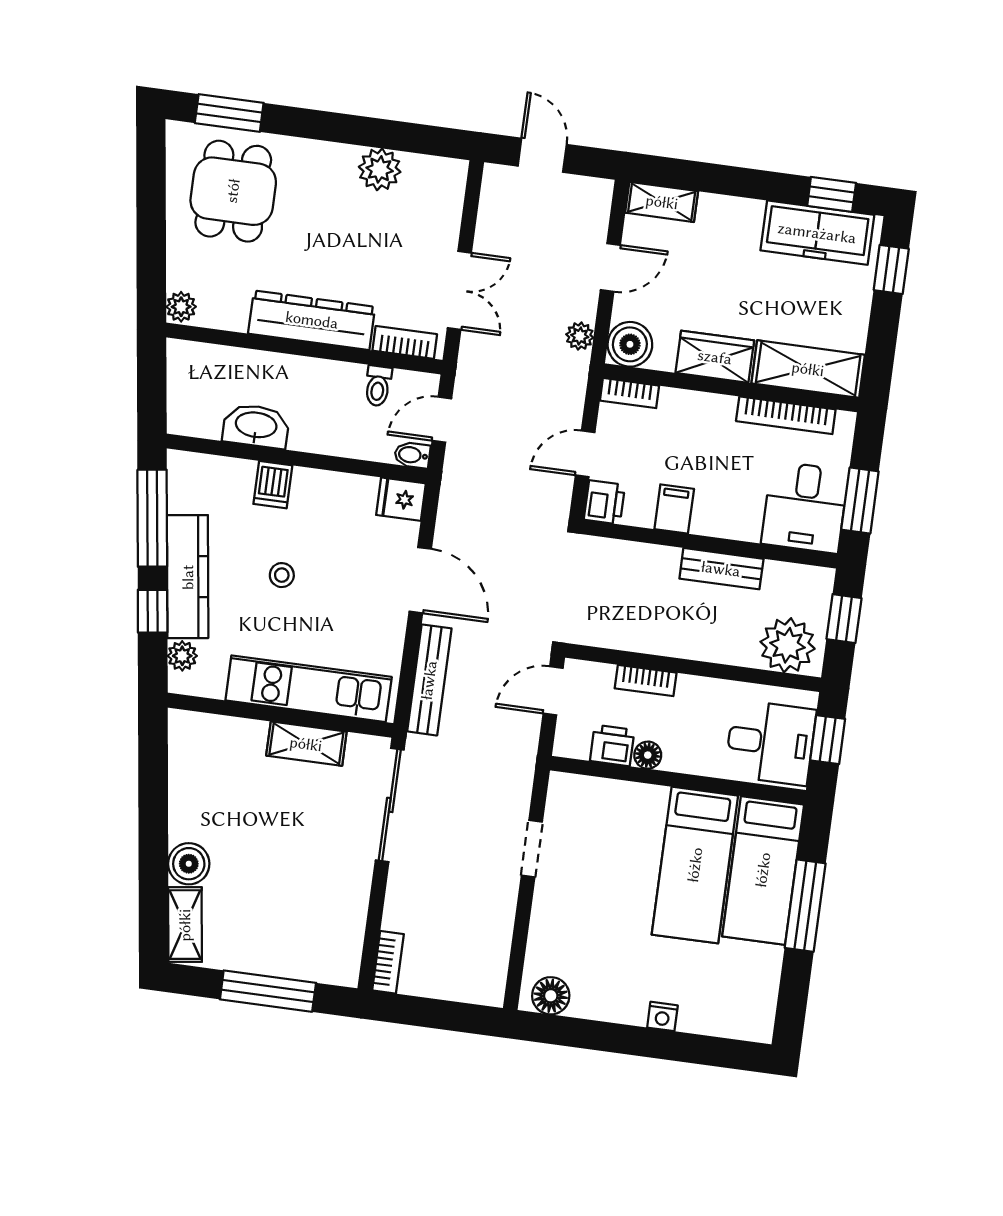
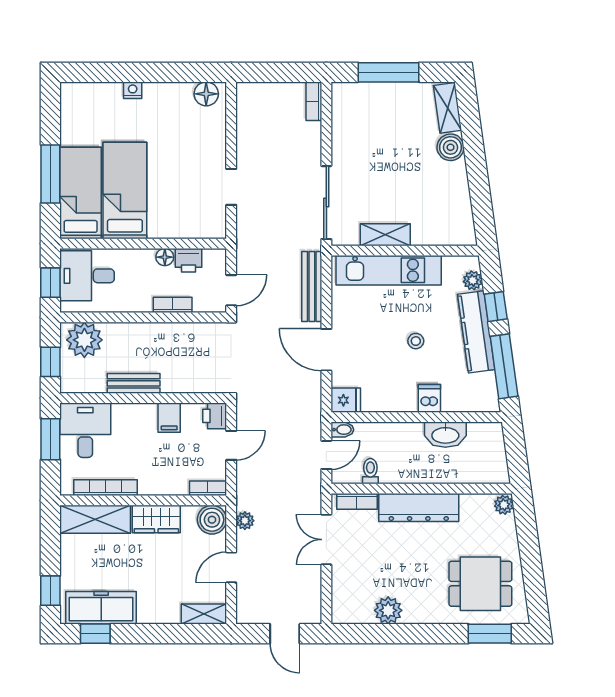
dining table: (233, 191) -> (480, 584), turned 90

